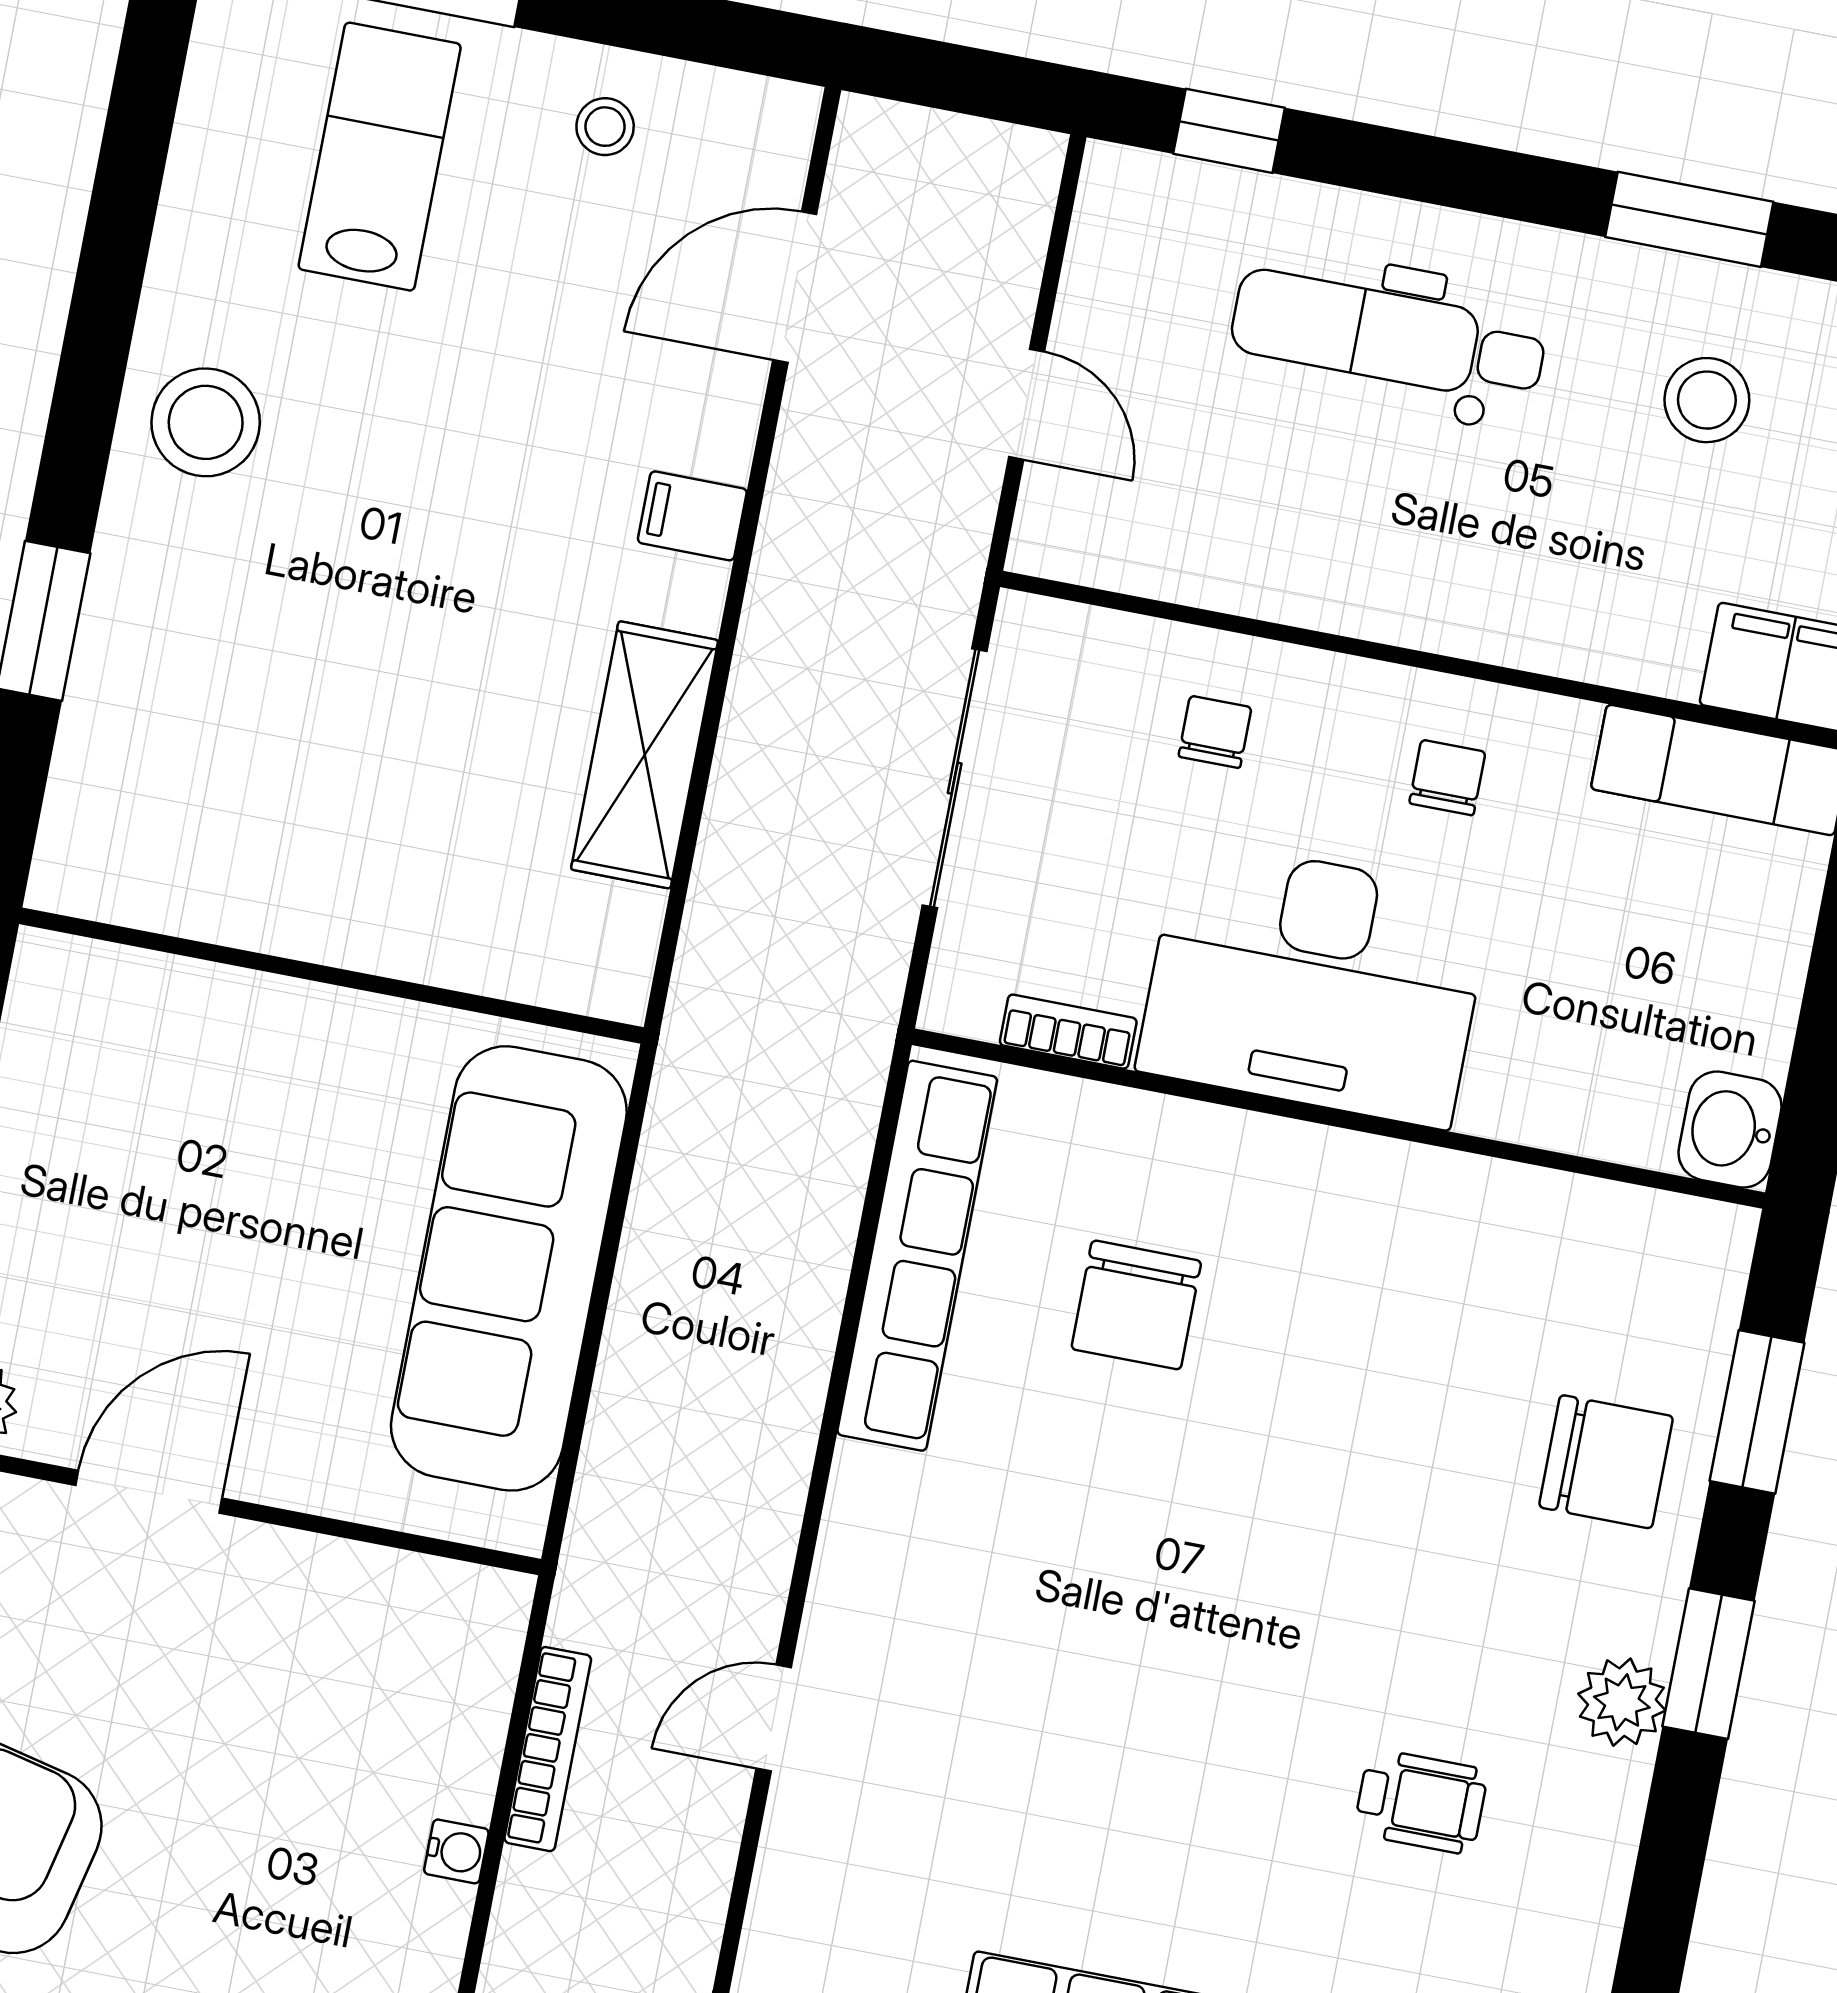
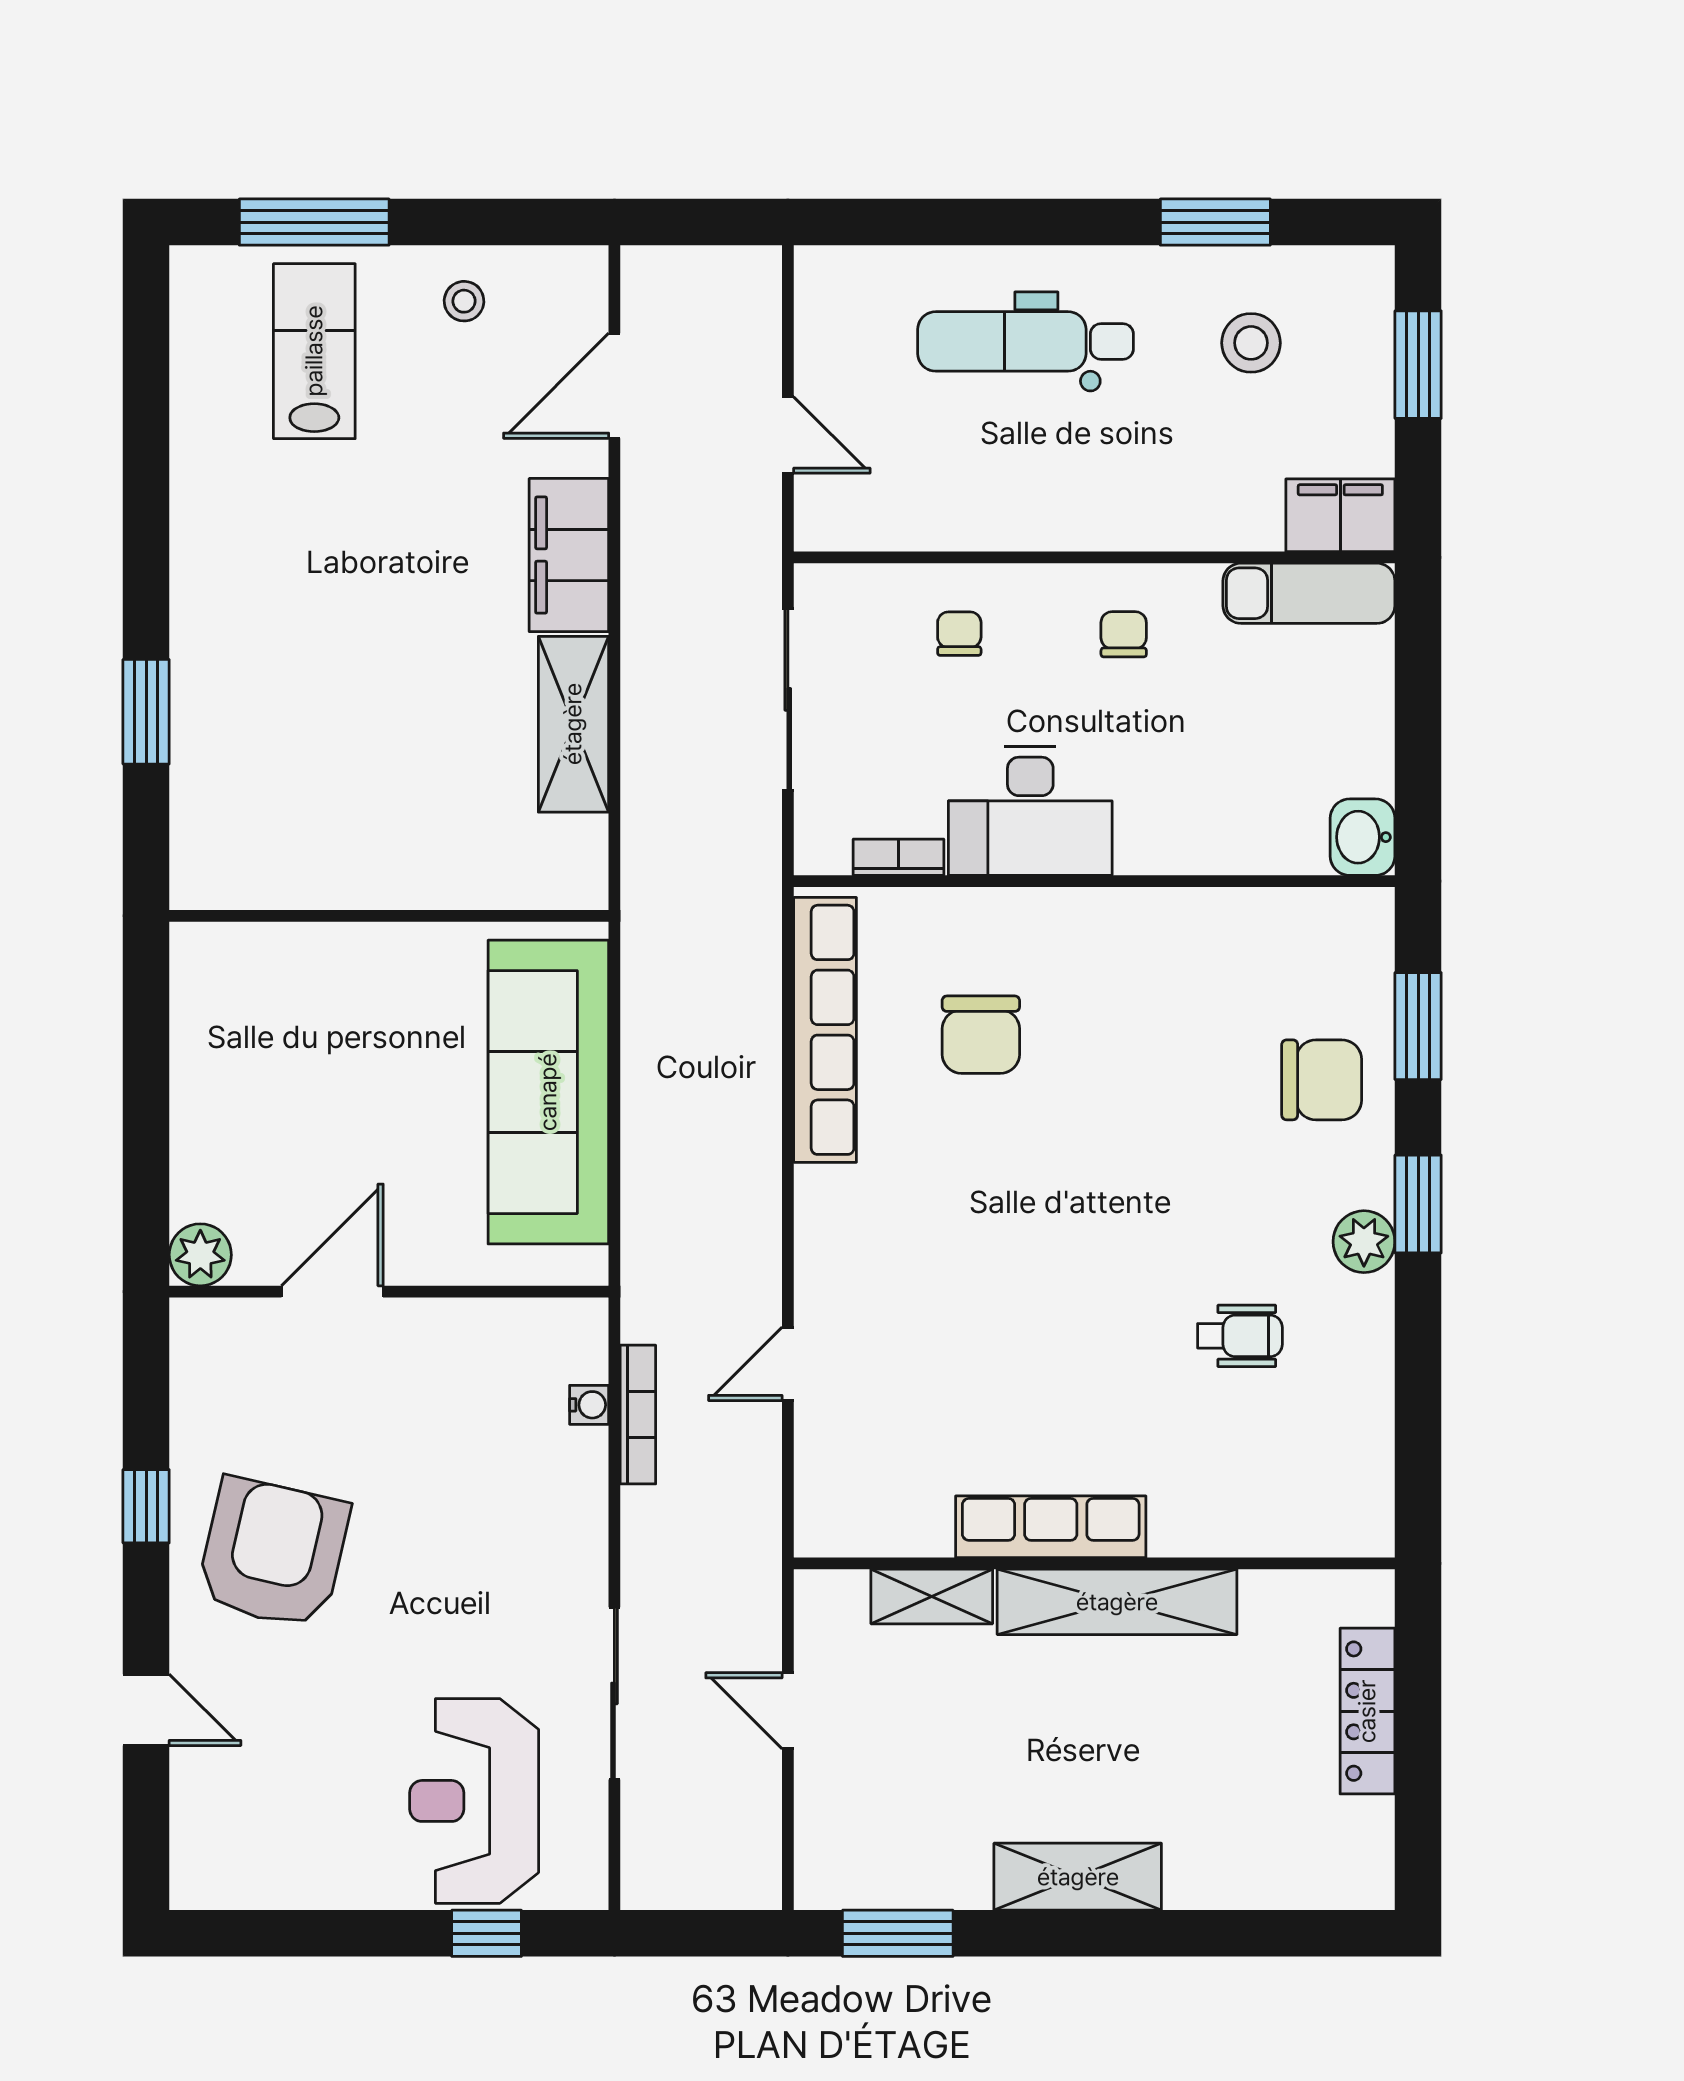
window: (1229, 131) -> (890, 222), removed
stool: (206, 422) -> (231, 555), removed
filing cabinet: (692, 516) -> (569, 555), width x3.00, depth x1.17
desk: (1314, 983) -> (1030, 811), width x0.73, depth x0.77
water cooler: (456, 1851) -> (589, 1405), moved

